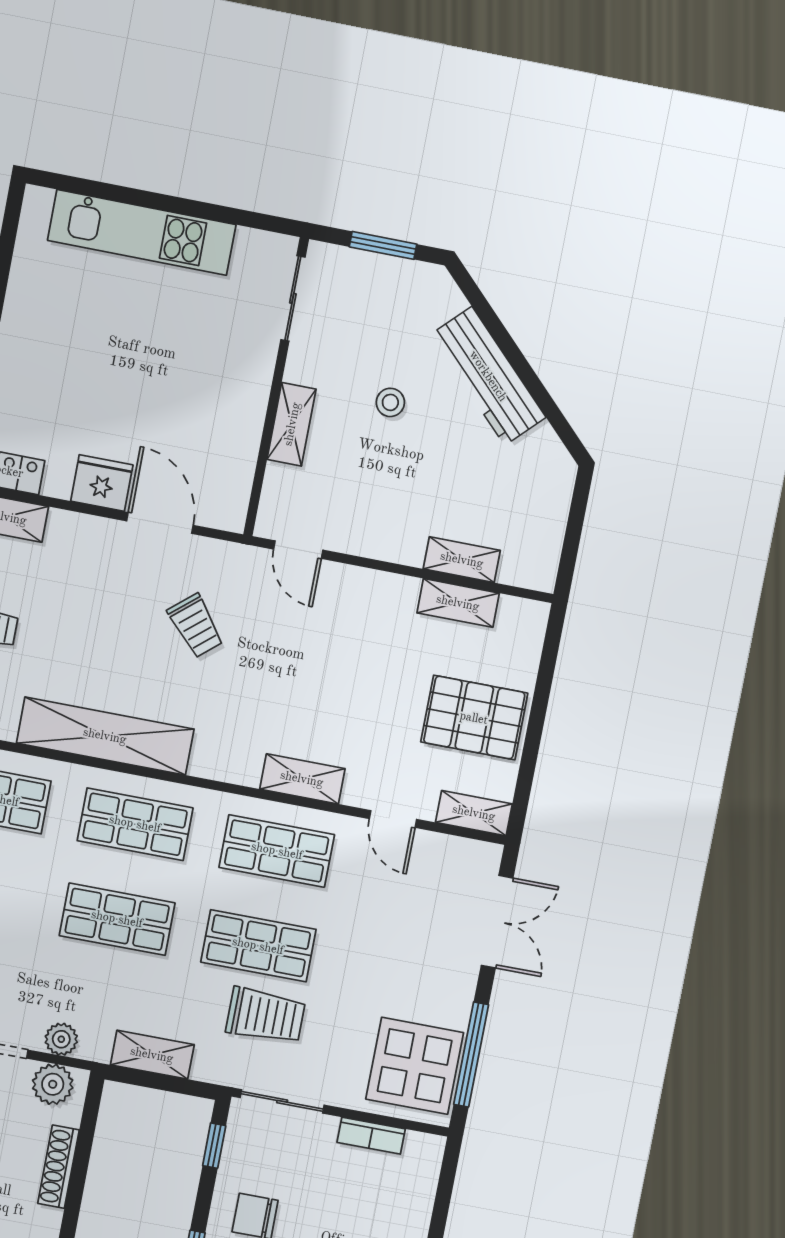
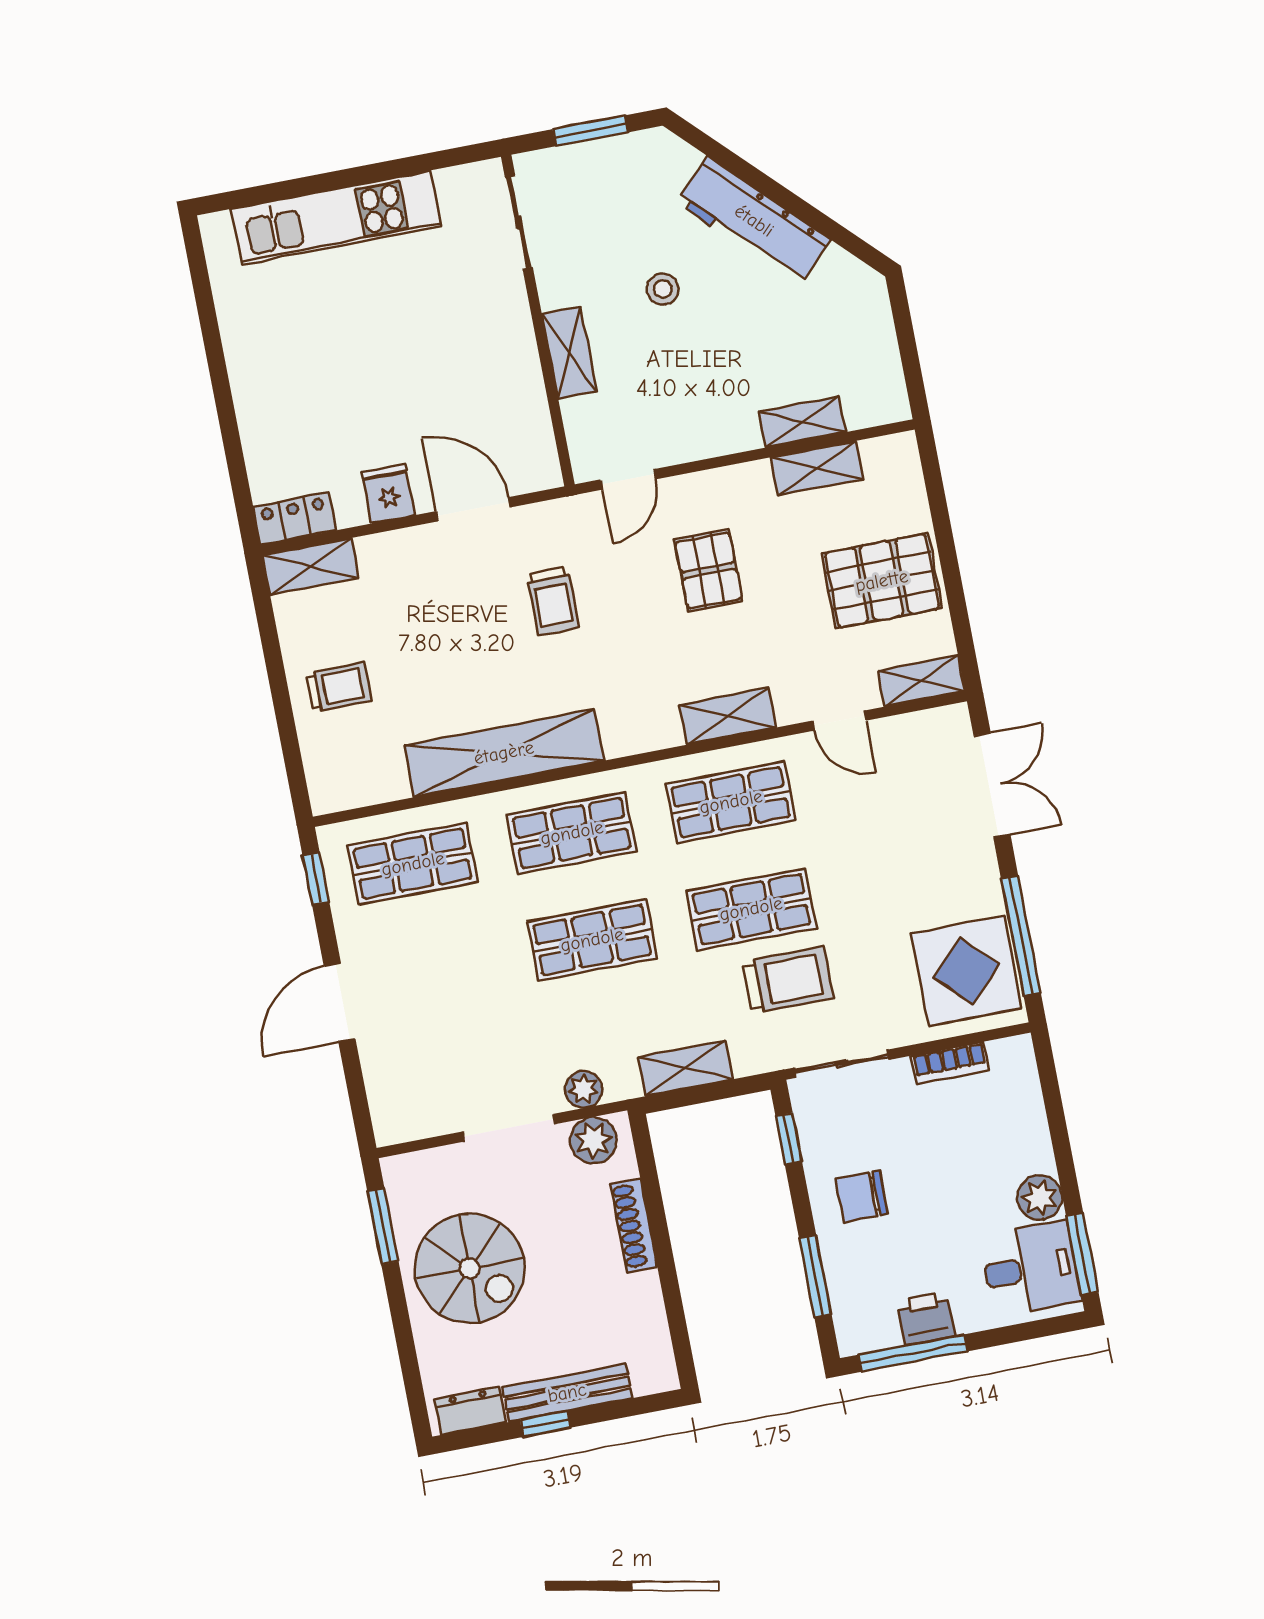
fridge: (102, 483) -> (388, 493), width x0.72
door: (298, 550) -> (628, 479), hinge flipped
trolley: (196, 626) -> (553, 601), turned 40
pallet: (335, 652) -> (709, 571), added

